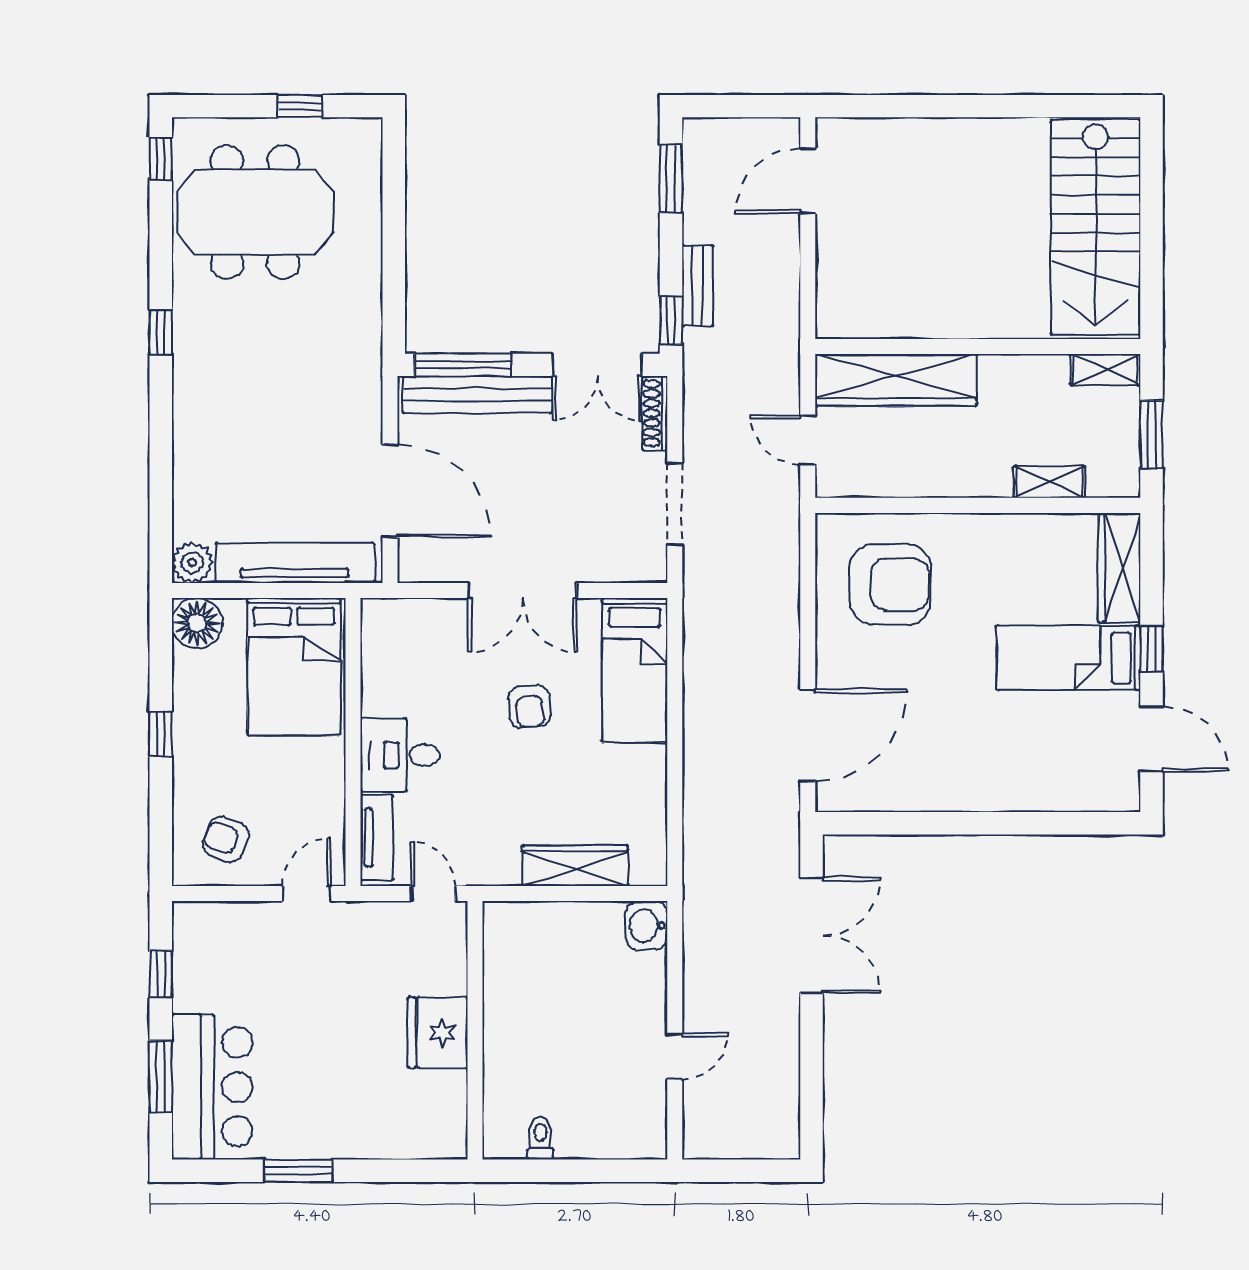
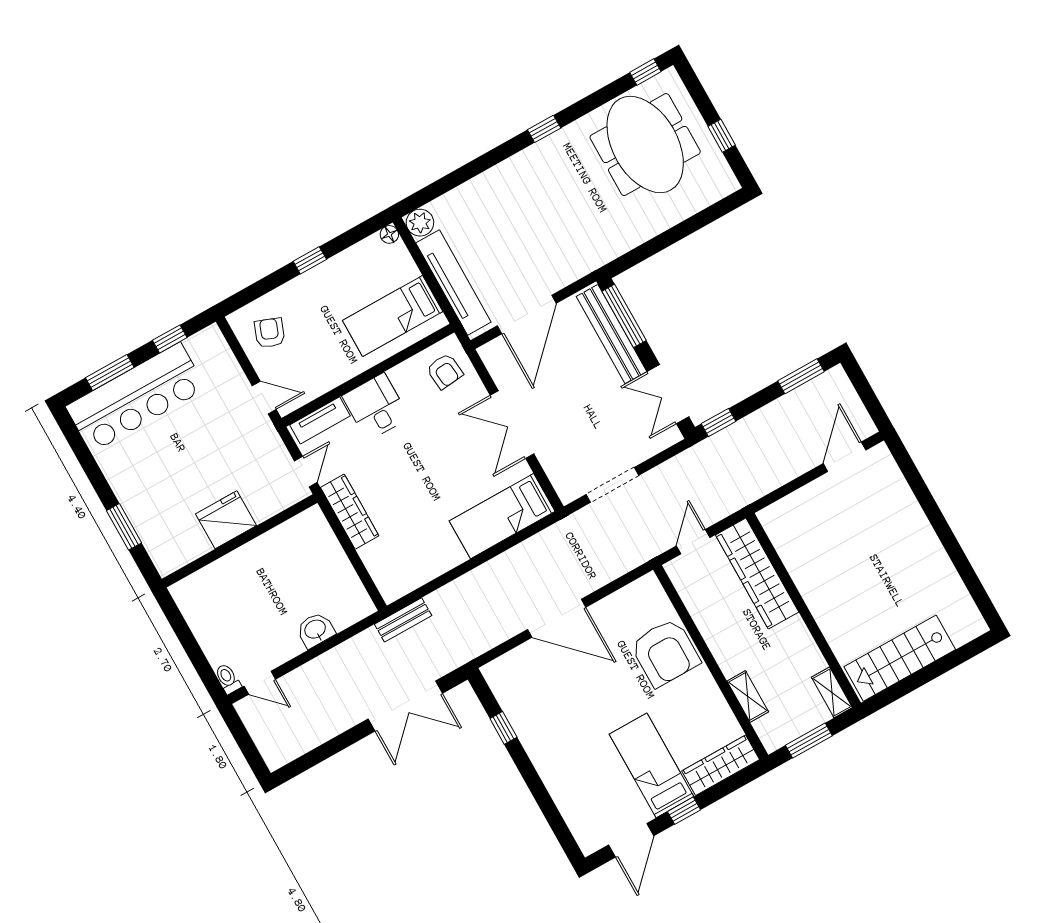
door: (808, 181) -> (845, 457), hinge flipped
stairs: (1096, 227) -> (900, 658), width x0.73, depth x0.66
bench: (698, 285) -> (403, 620), moved
shoe rack: (655, 413) -> (659, 444), removed
armchair: (890, 584) -> (665, 653), moved
floor lamp: (197, 623) -> (389, 234), width x0.53, depth x0.53
bed: (294, 667) -> (393, 316), width x0.67
armchair: (530, 707) -> (445, 371), moved, turned -91
door: (808, 735) -> (557, 618), moved
window: (912, 823) -> (503, 728), added
wardrobe: (575, 866) -> (350, 512), moved
washbasin: (646, 926) -> (315, 630), moved
door: (675, 1056) -> (260, 683), moved
bar counter: (212, 1087) -> (136, 397), width x1.36
toilet: (540, 1138) -> (228, 679), moved, turned -90
window: (298, 1171) -> (124, 527), moved

